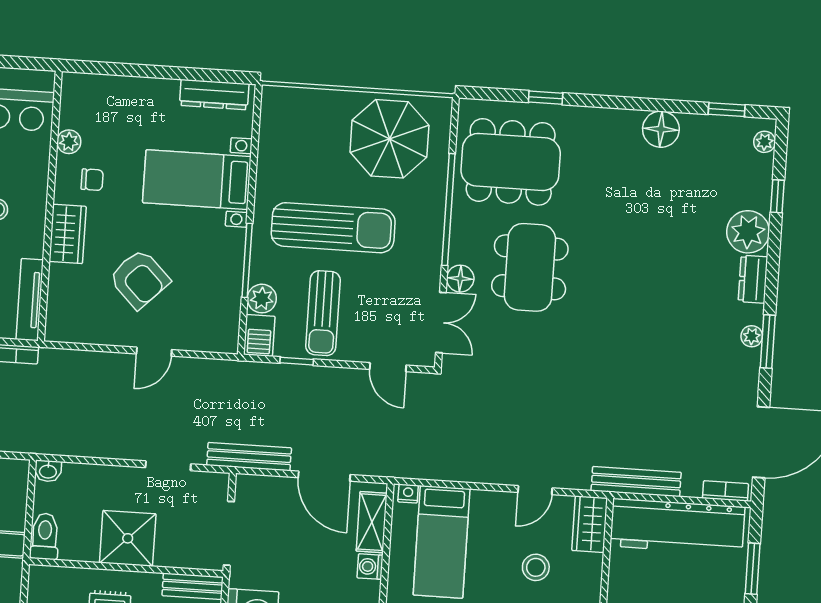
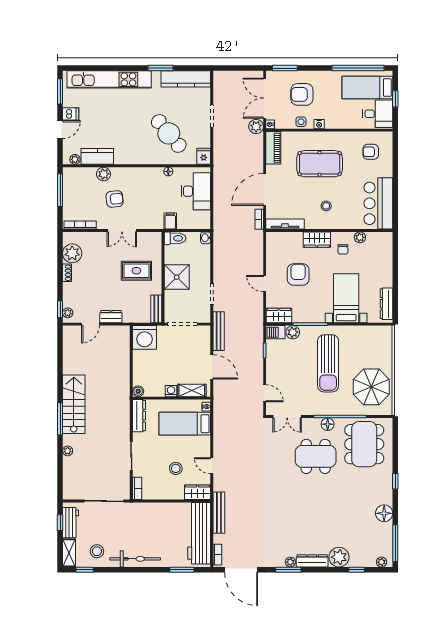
window: (546, 98) -> (395, 481), moved
window: (727, 110) -> (395, 543), width x2.17
armchair: (139, 279) -> (298, 274), turned 135
floor lamp: (460, 279) -> (328, 424), moved
dresser: (753, 279) -> (312, 561), width x1.44
sun lounger: (323, 313) -> (288, 361), removed
wardrobe: (224, 326) -> (279, 316), added
door: (388, 367) -> (265, 393), swing flipped
door: (324, 476) -> (212, 367), swing flipped

